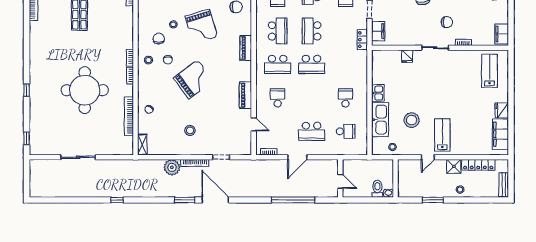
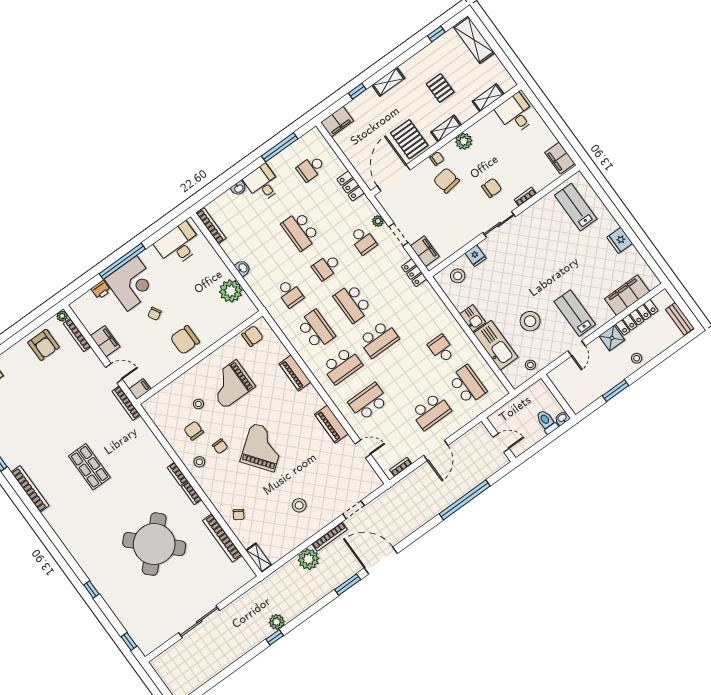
grand piano: (201, 26) -> (230, 384), turned 107
stool: (387, 61) -> (458, 276), added
round table: (85, 90) -> (154, 544), turned 45
school desk: (278, 98) -> (368, 402), width x1.85
school desk: (346, 131) -> (468, 385), width x1.85
filing cabinet: (500, 134) -> (627, 295), moved, turned 90
plant: (125, 191) -> (277, 622), added

